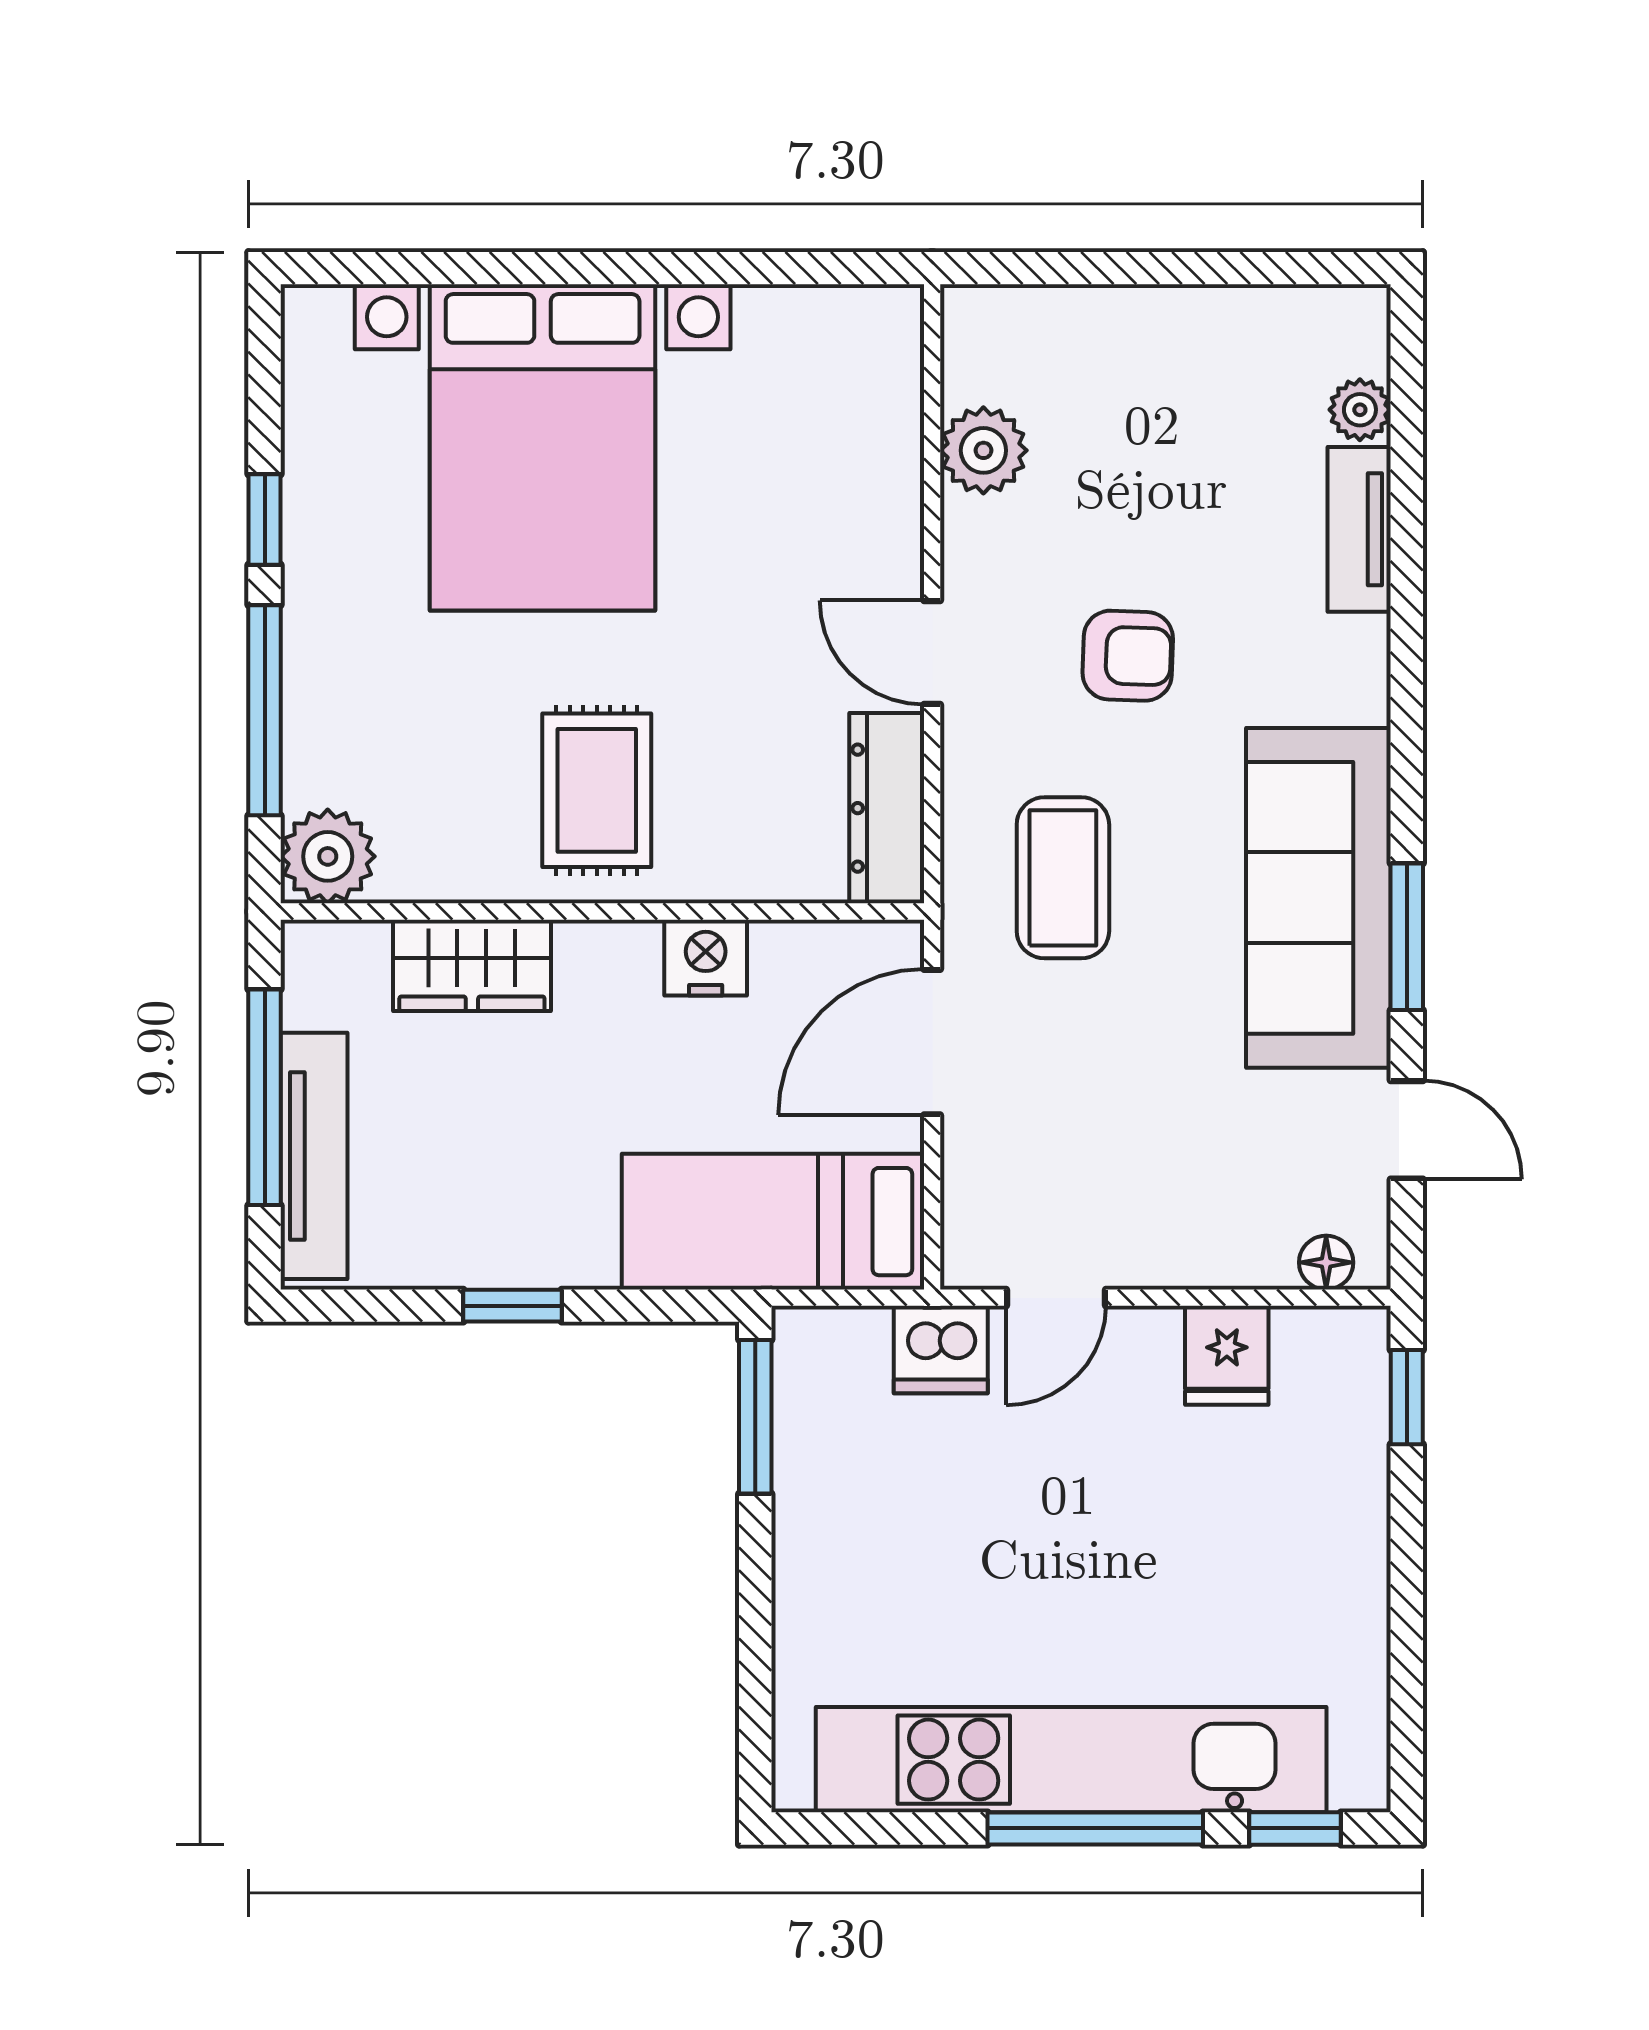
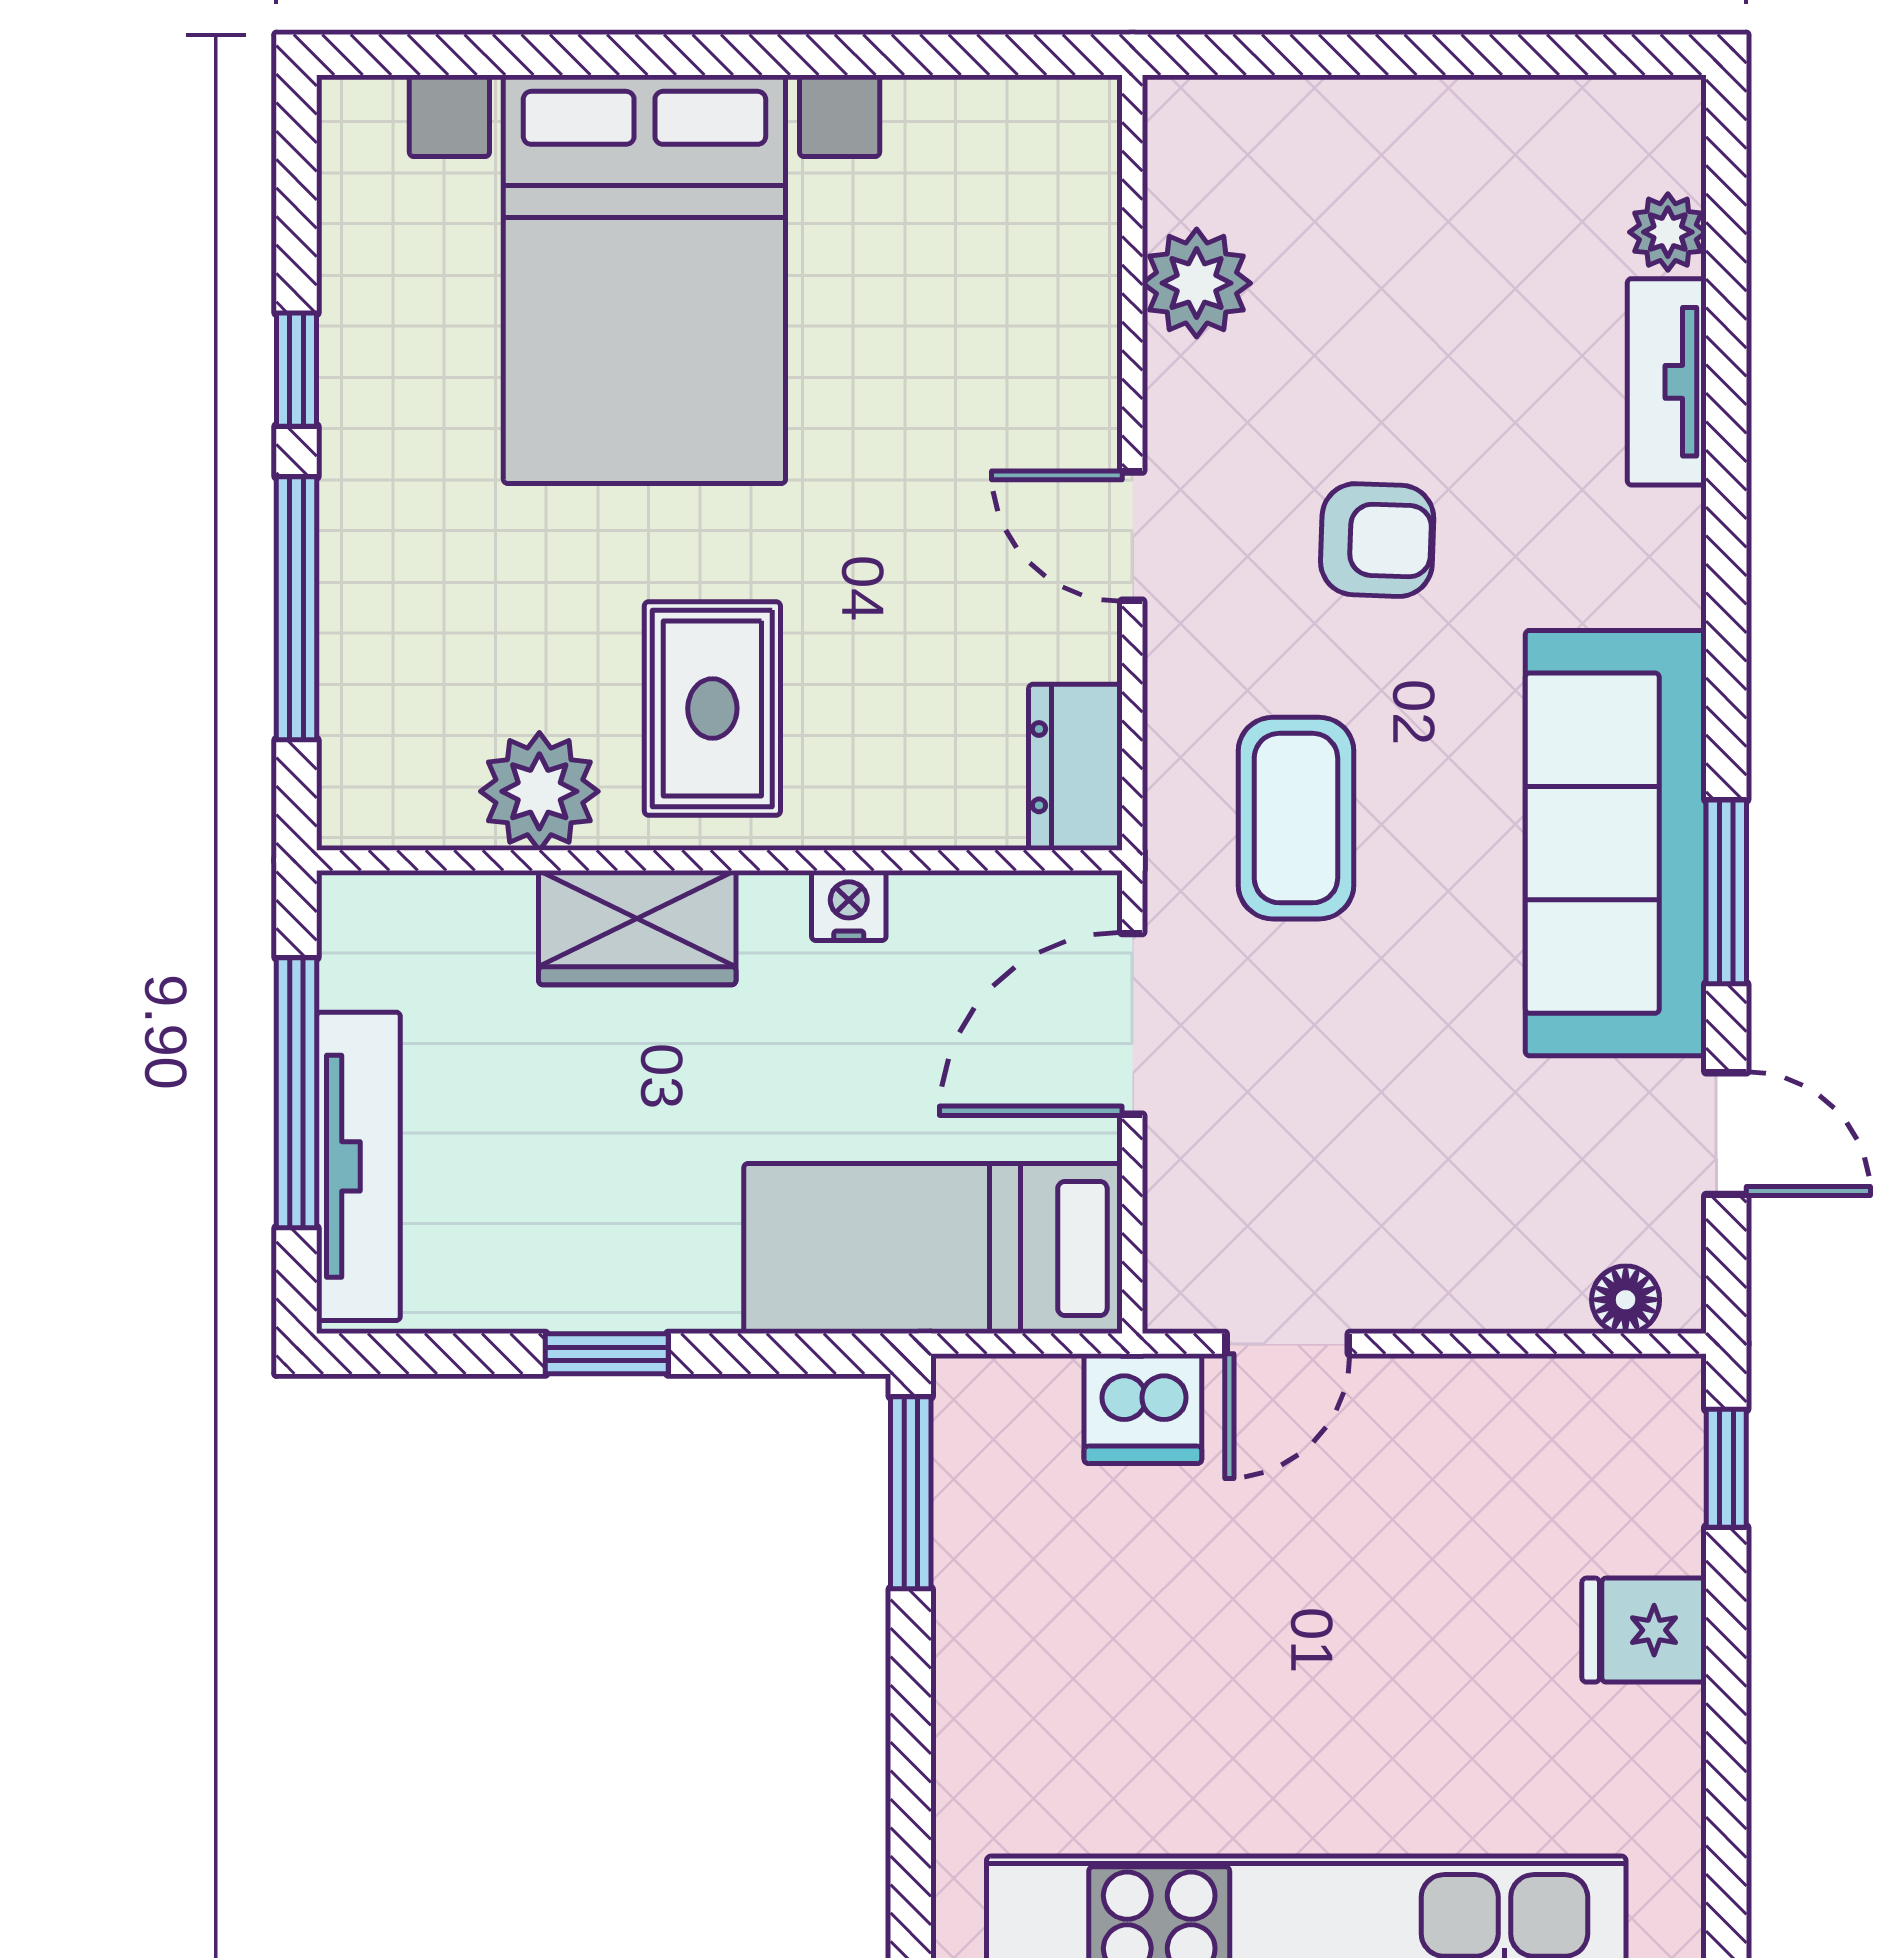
dresser: (887, 808) -> (1075, 767), width x0.70
plant: (328, 856) -> (539, 791), moved
nightstand: (706, 958) -> (849, 906), width x0.72, depth x0.74
wardrobe: (472, 965) -> (637, 928), moved
fridge: (1227, 1355) -> (1644, 1630), moved, turned 90

